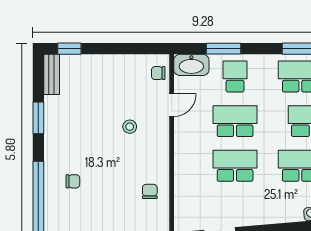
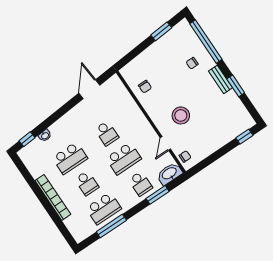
bench: (52, 74) -> (220, 79), moved
stool: (130, 127) -> (181, 115), width x1.89, depth x1.89
school desk: (235, 166) -> (107, 133), width x0.54

